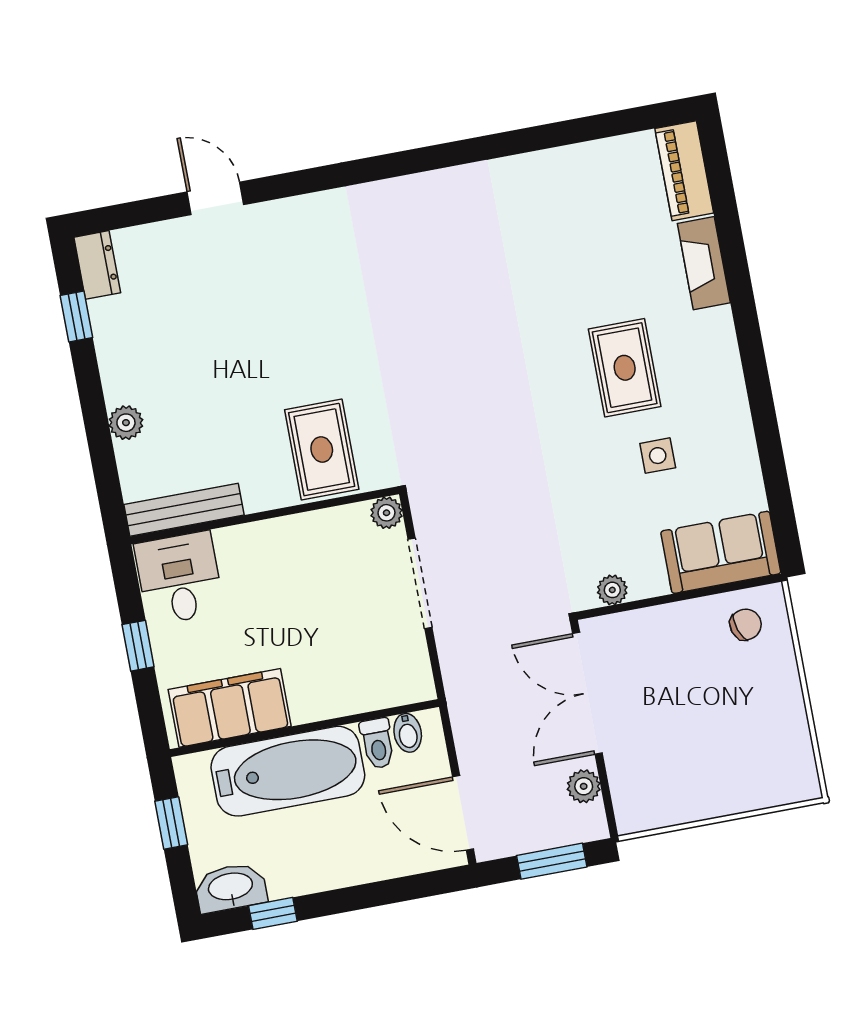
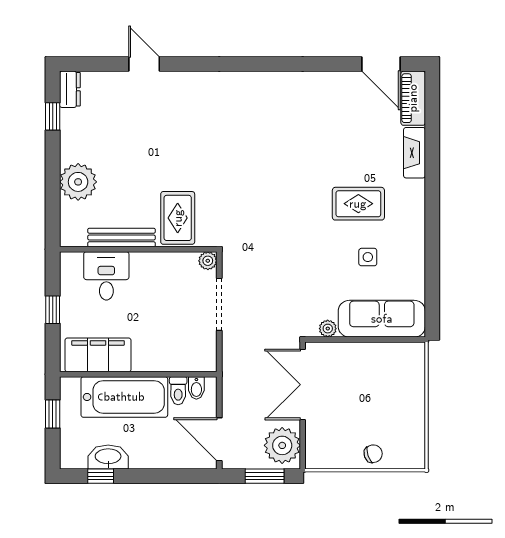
door: (619, 123) -> (381, 64), added
rug: (625, 368) -> (358, 204), turned 90
plant: (126, 423) -> (78, 182), width x1.88, depth x1.88
bench: (184, 510) -> (121, 238), moved
sofa: (721, 552) -> (382, 319), width x1.36
desk: (179, 578) -> (106, 276), moved
chair: (746, 625) -> (373, 454), moved
plant: (584, 786) -> (282, 445), width x1.87, depth x1.87
washbasin: (231, 888) -> (108, 457), moved

